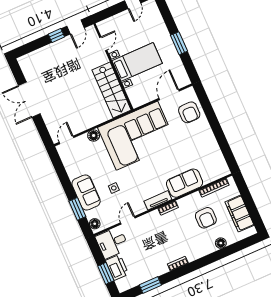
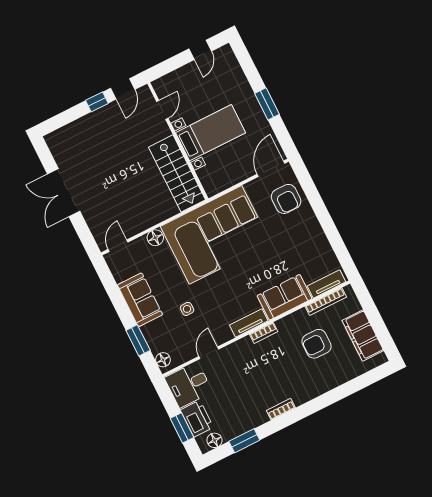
door: (169, 95) -> (271, 169), moved
tv unit: (215, 175) -> (327, 284), added
sofa: (86, 192) -> (140, 300), moved
armchair: (206, 218) -> (317, 344), turned 90
floor lamp: (221, 243) -> (215, 440), moved

